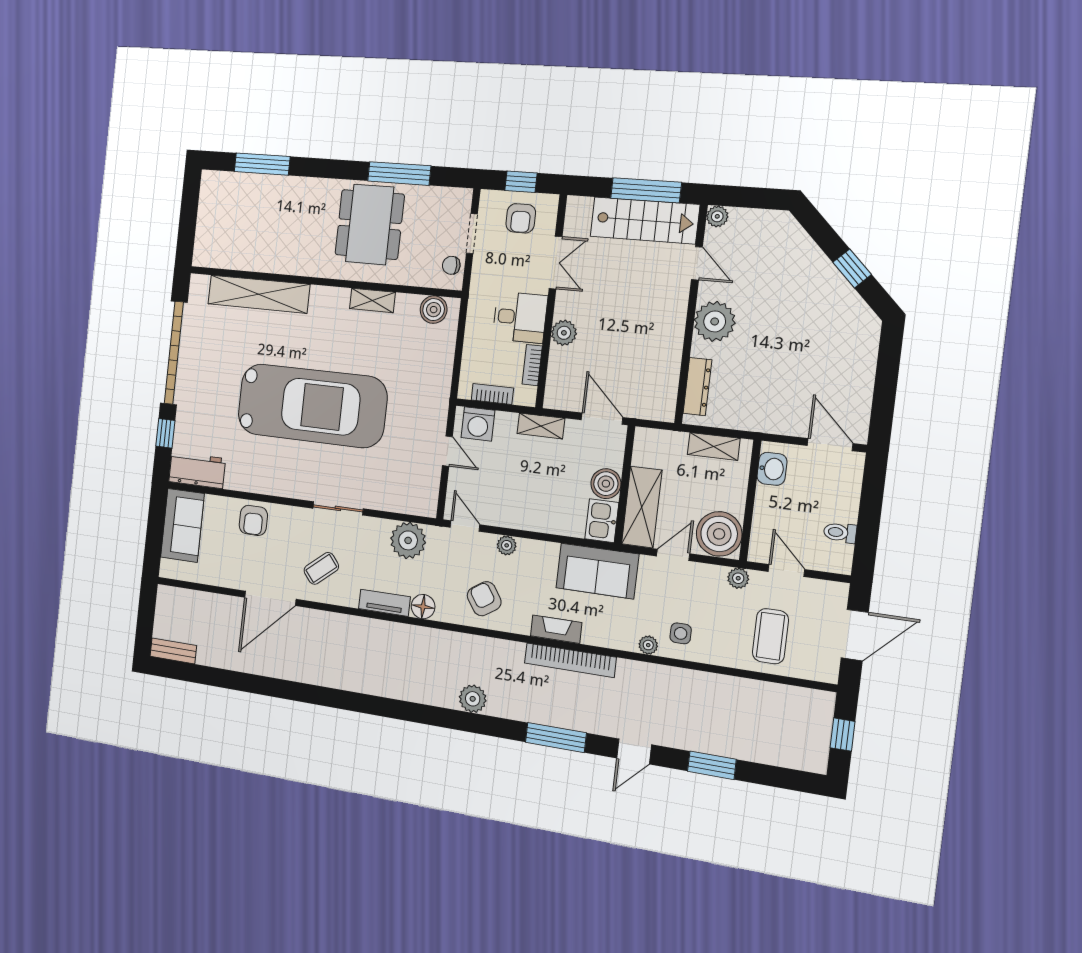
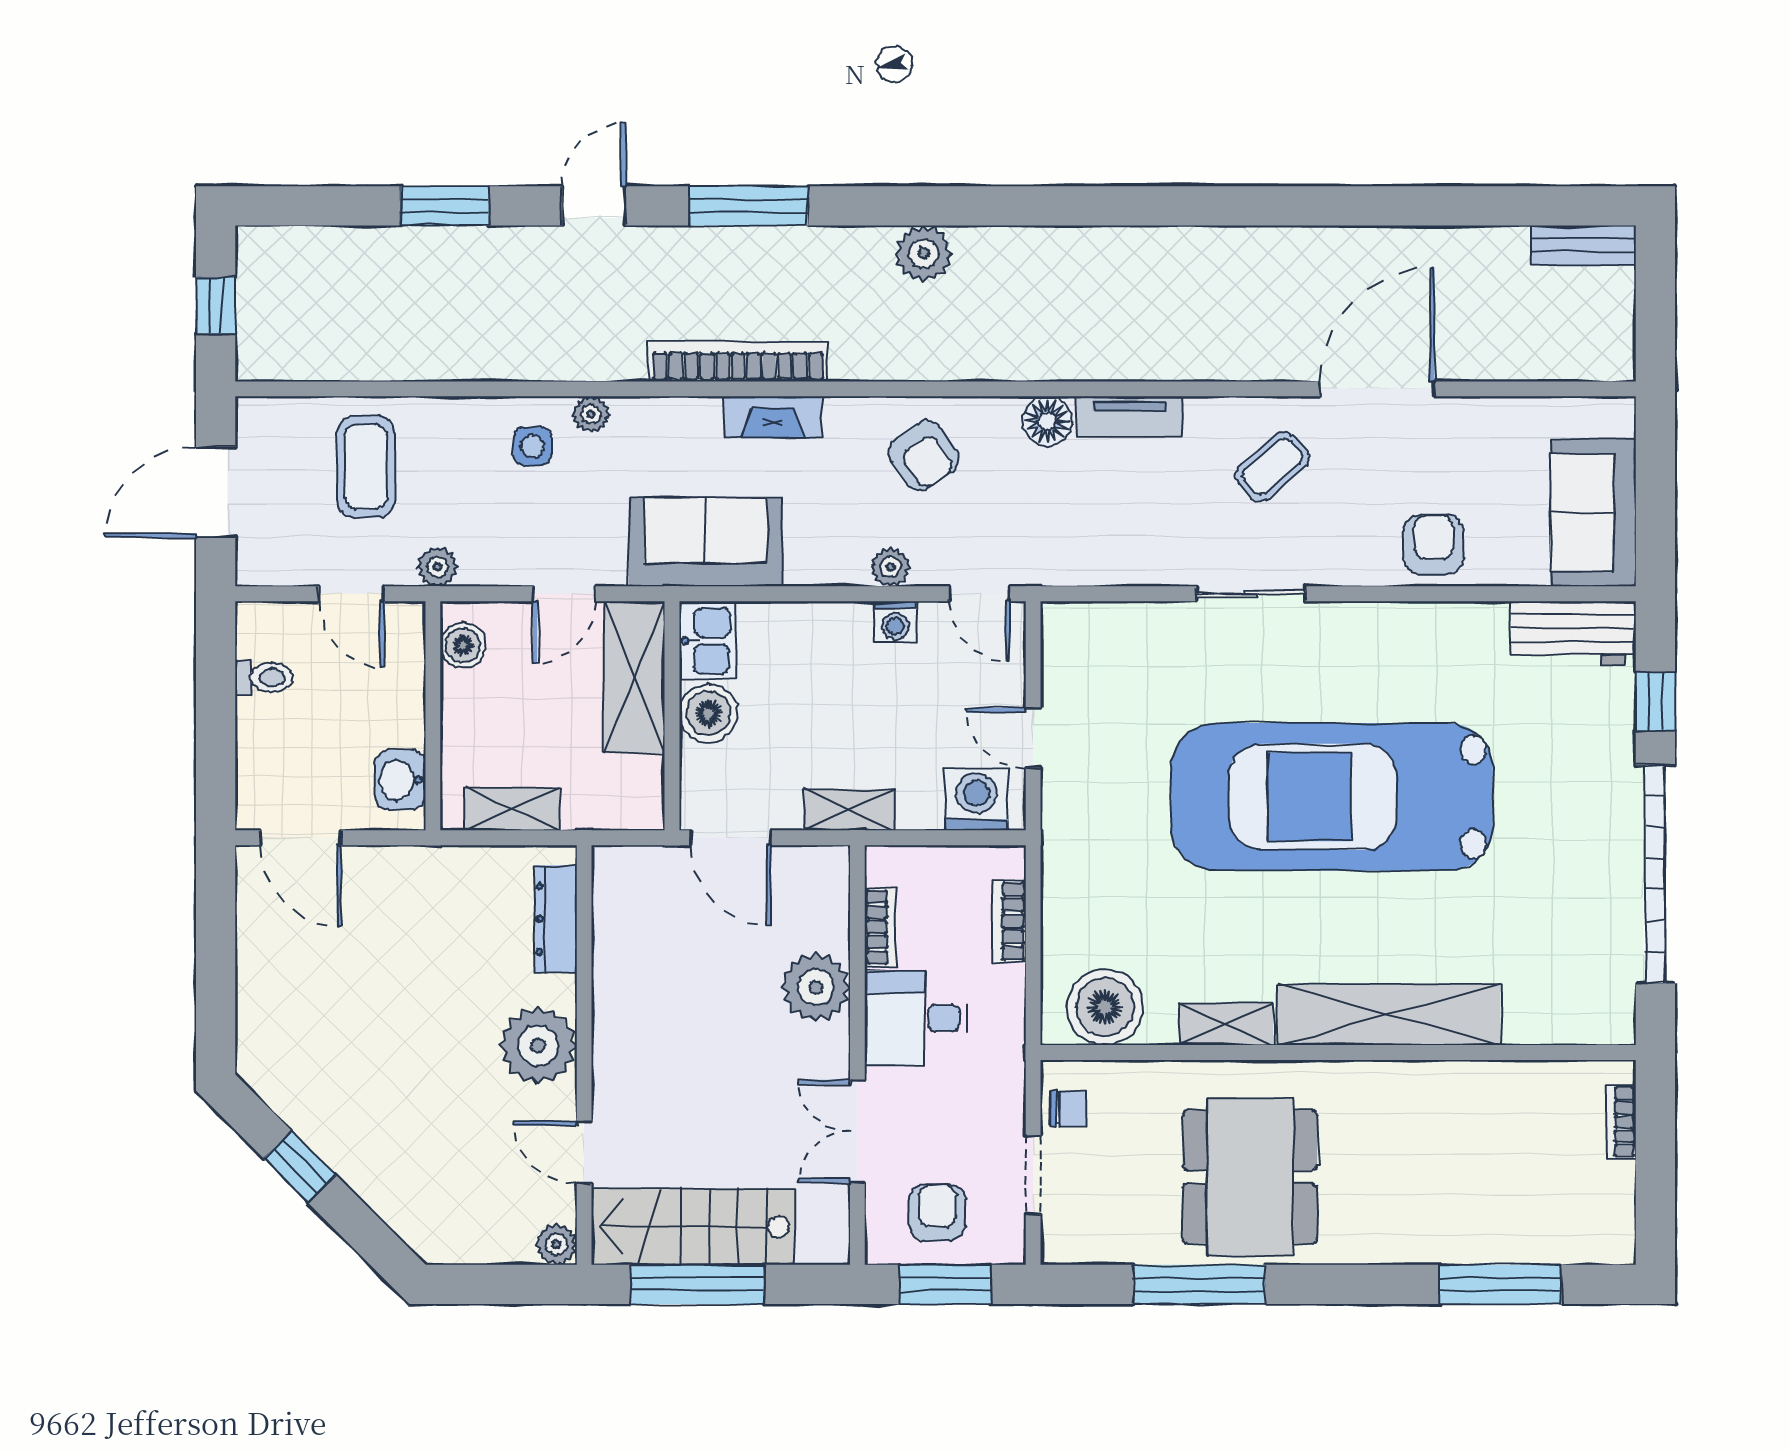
window: (521, 182) -> (945, 1284), width x1.50
bookcase: (201, 237) -> (1621, 1122), added
shelving: (259, 294) -> (1389, 1015), moved
boiler: (434, 310) -> (1105, 1007), width x1.37, depth x1.37
plant: (564, 333) -> (816, 987), width x1.36, depth x1.36
bookcase: (492, 394) -> (1009, 921), moved, turned 90
washing machine: (507, 518) -> (895, 622), added
boiler: (719, 534) -> (463, 645), width x0.54, depth x0.54
plant: (408, 540) -> (1094, 549), removed

